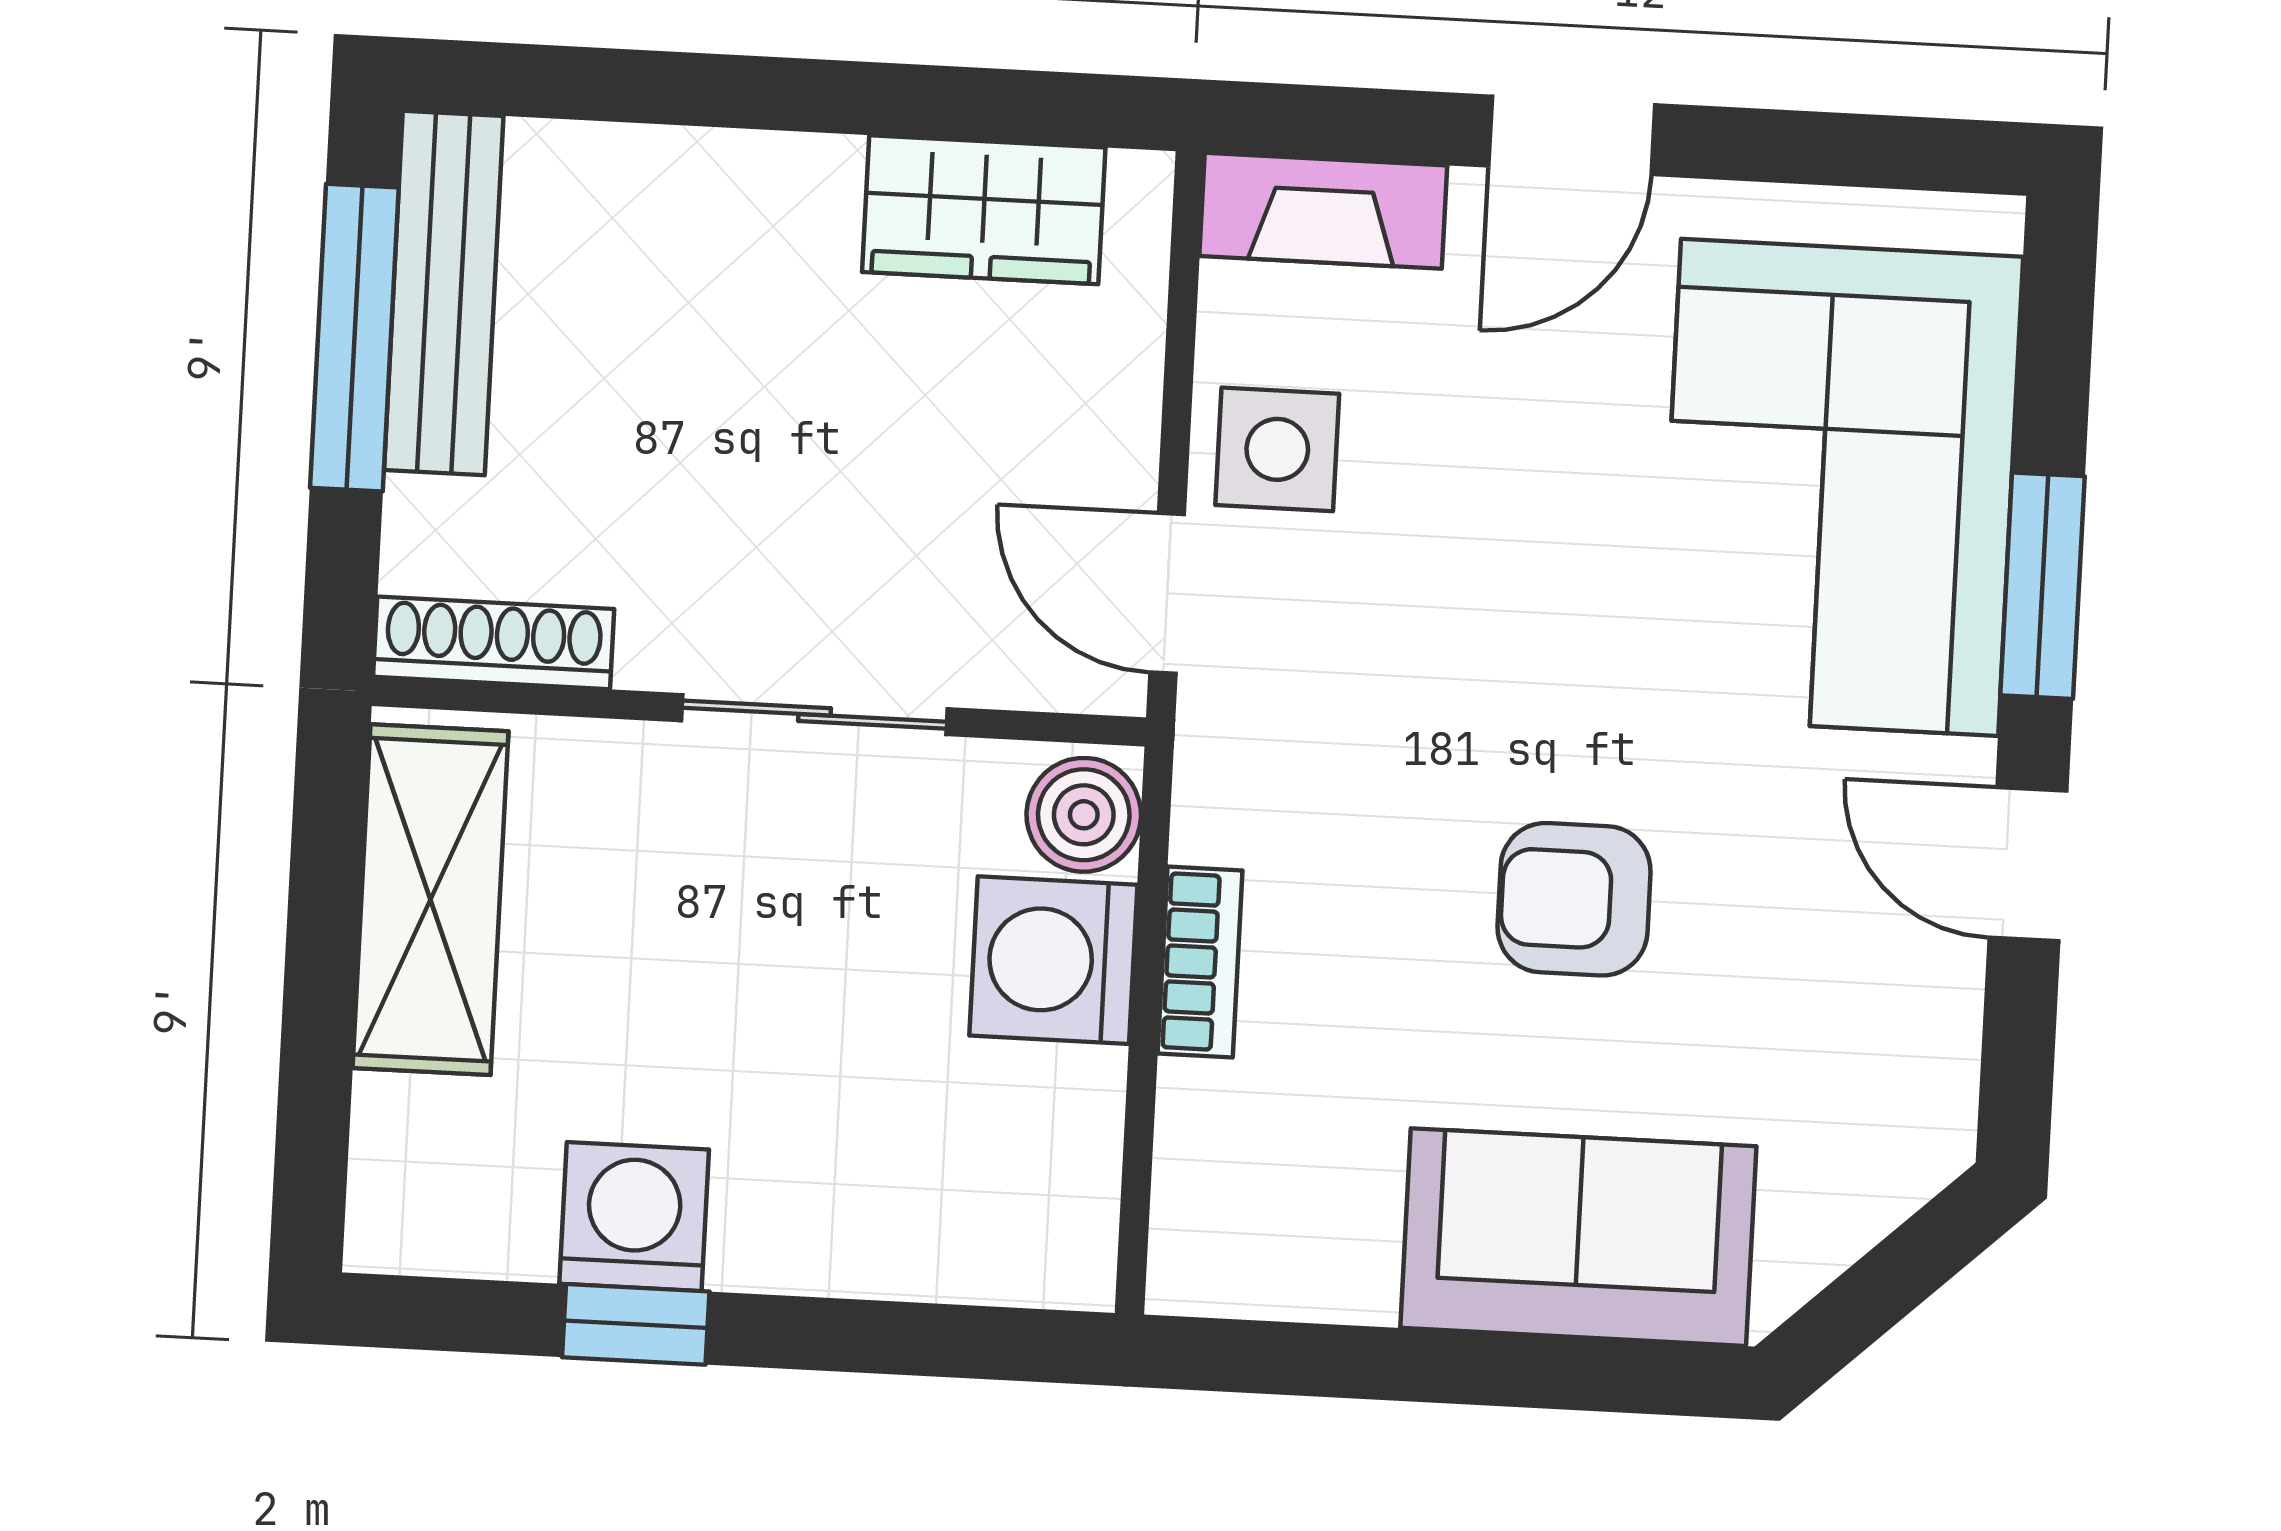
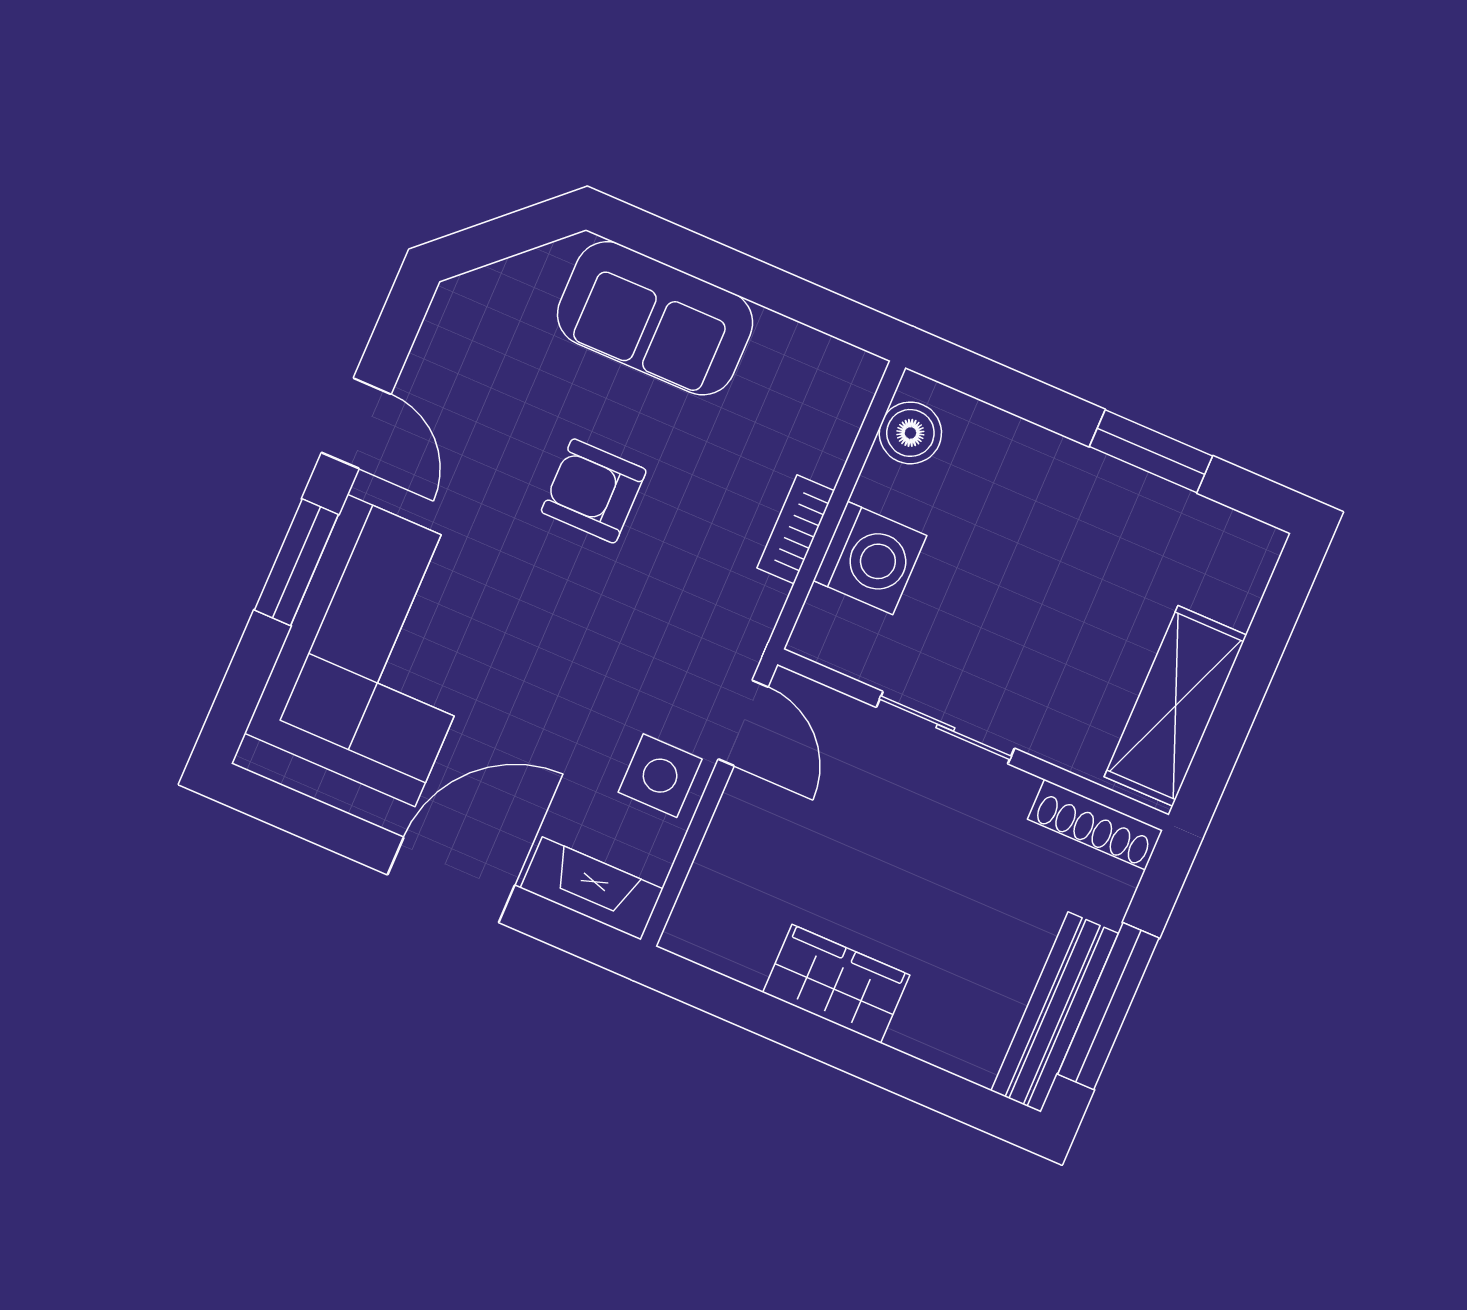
door: (1572, 135) -> (451, 880), width x1.38
wardrobe: (984, 210) -> (836, 984), moved
boiler: (1084, 815) -> (910, 433), moved
armchair: (1574, 899) -> (594, 491), turned 180
washing machine: (634, 1217) -> (1132, 506), removed
window: (636, 1324) -> (1151, 451), width x1.50

